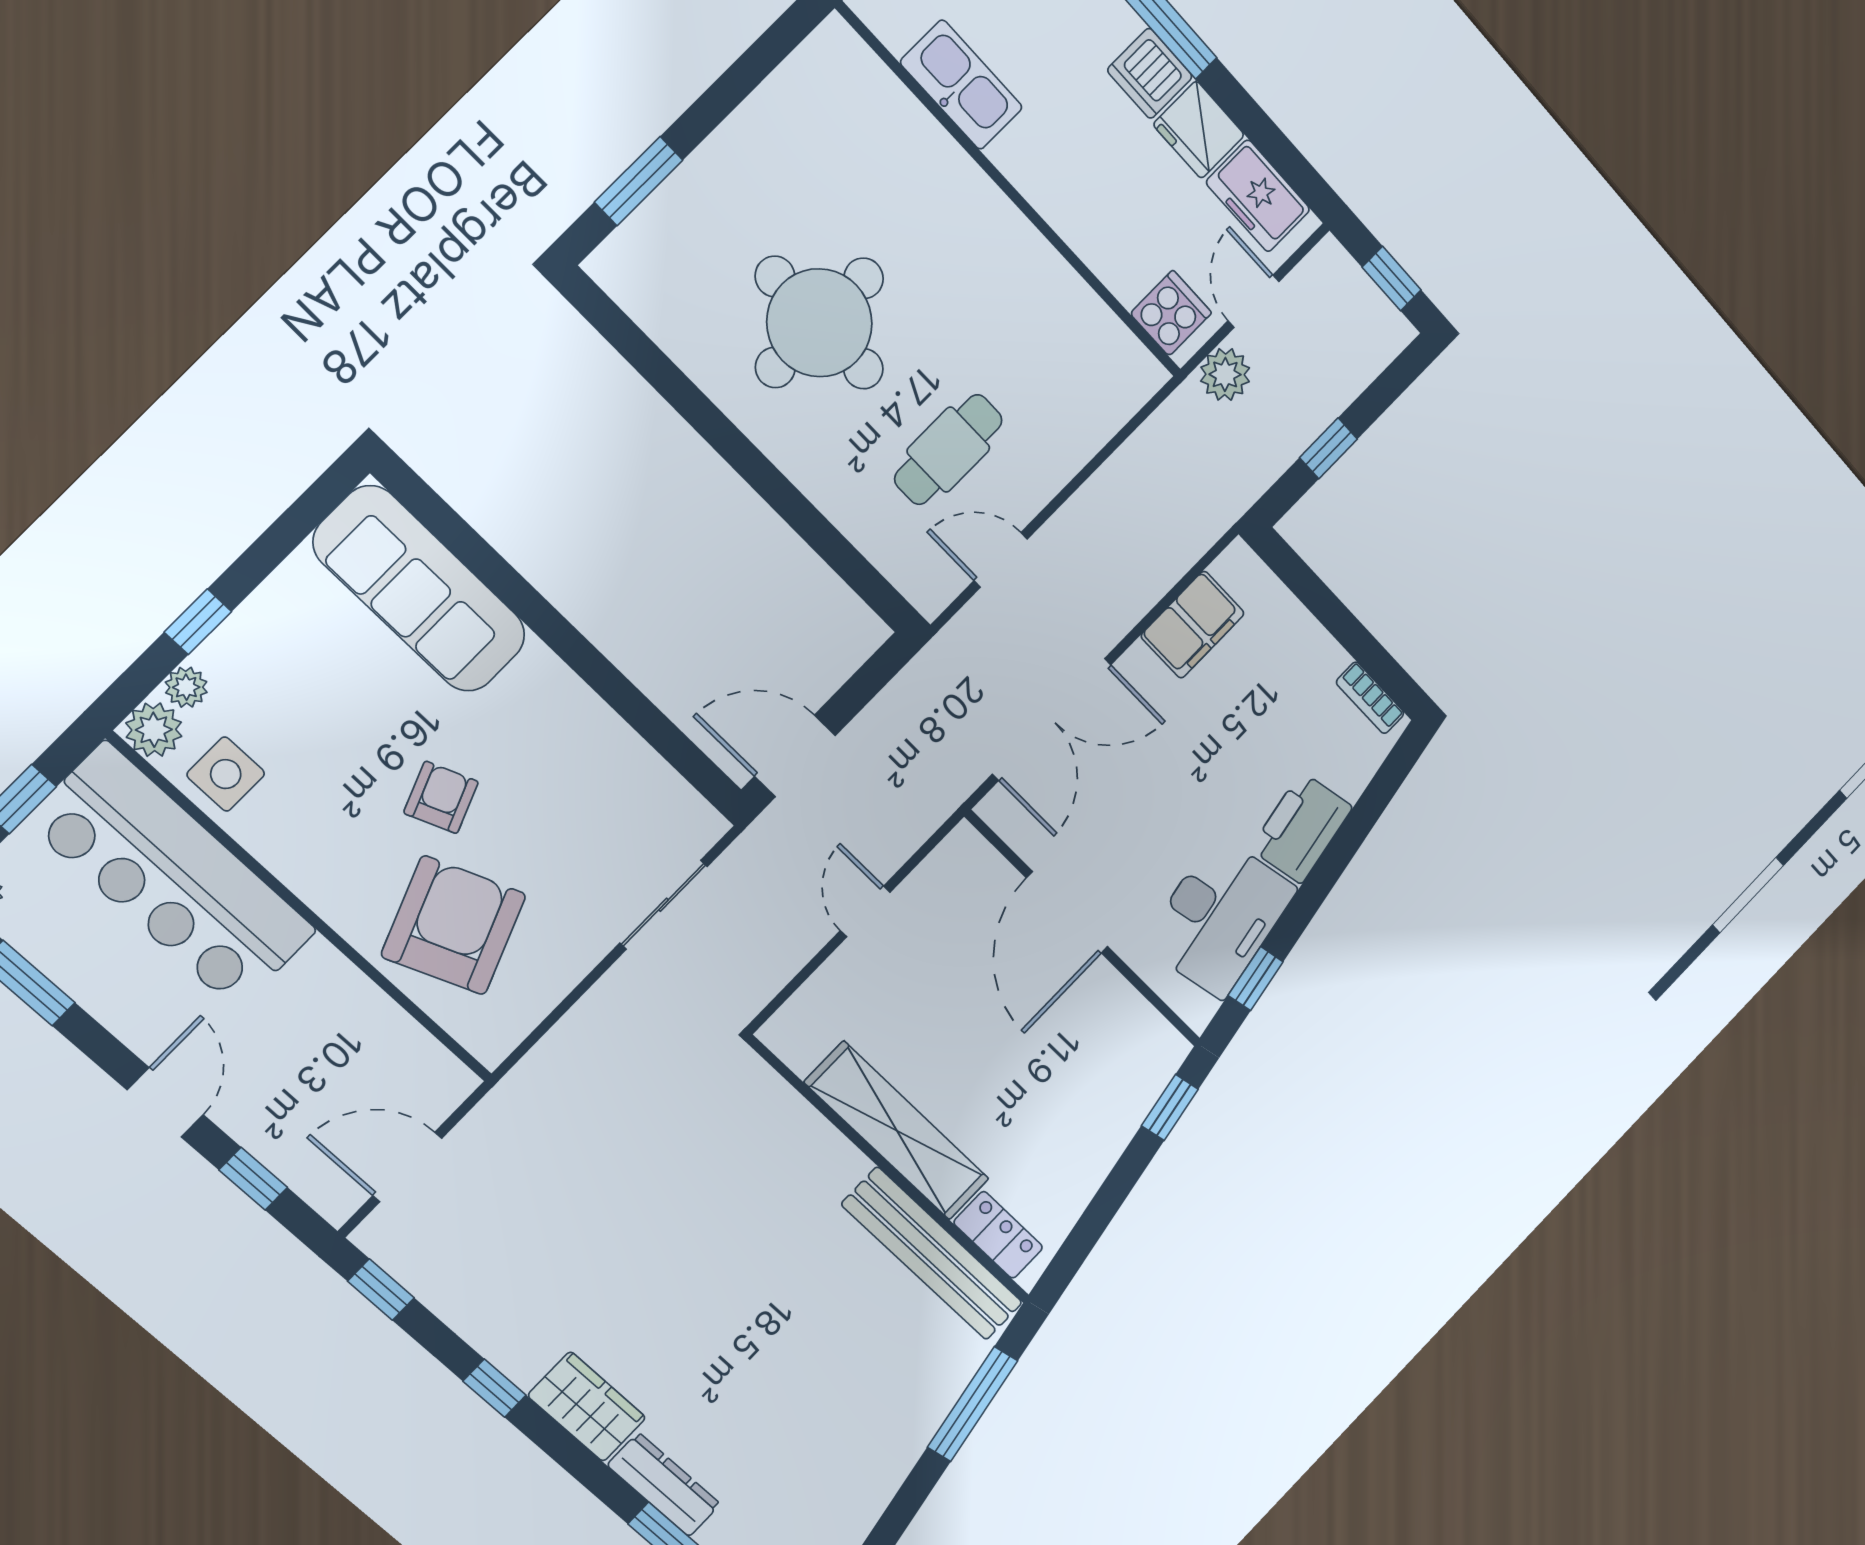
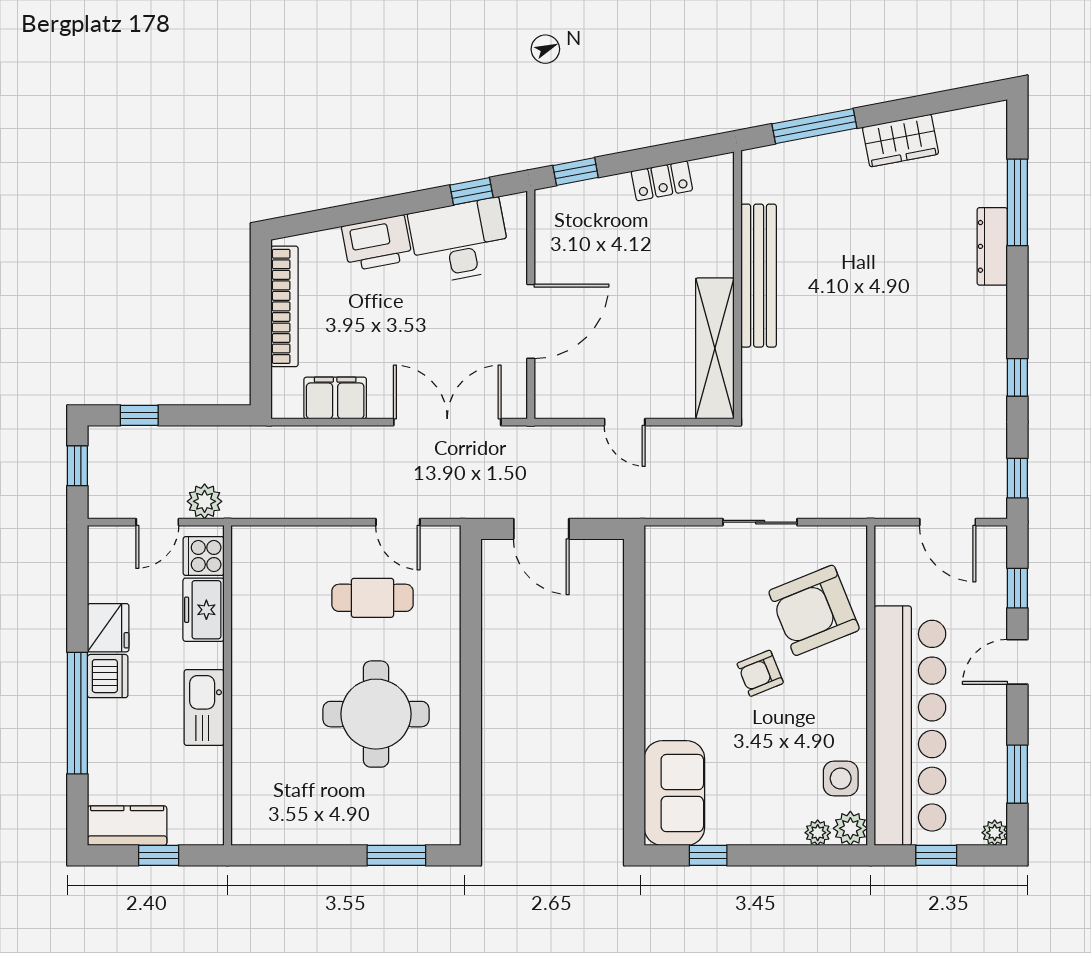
kitchen sink: (961, 85) -> (204, 708), moved
freezer: (1258, 196) -> (204, 610), moved, turned 180
window: (1328, 448) -> (139, 415), moved
sofa: (420, 589) -> (674, 793), width x0.73
window: (198, 622) -> (708, 855), moved
bookcase: (1370, 698) -> (284, 306), width x2.31, depth x1.31
door: (795, 756) -> (541, 529), moved
bar counter: (172, 877) -> (910, 726), width x1.36
sliding door: (664, 905) -> (760, 522), moved
door: (865, 911) -> (625, 422), hinge flipped
shelving: (897, 1131) -> (715, 348), moved
locker: (998, 1235) -> (662, 181), moved, turned -101
bench: (932, 1254) -> (759, 276), moved
wardrobe: (587, 1407) -> (901, 141), moved, turned -101

